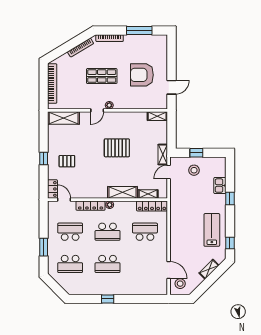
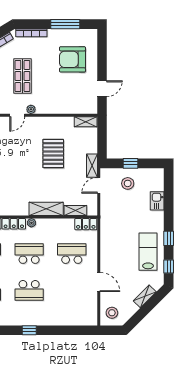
armchair: (142, 75) -> (72, 59), moved
shop shelf: (102, 76) -> (22, 76), turned 90
pallet: (117, 148) -> (53, 154), moved, turned 90
window: (230, 198) -> (169, 238), moved
locker: (152, 206) -> (86, 224), width x0.66
school desk: (108, 232) -> (29, 254), turned 180
door: (169, 270) -> (99, 282), moved

